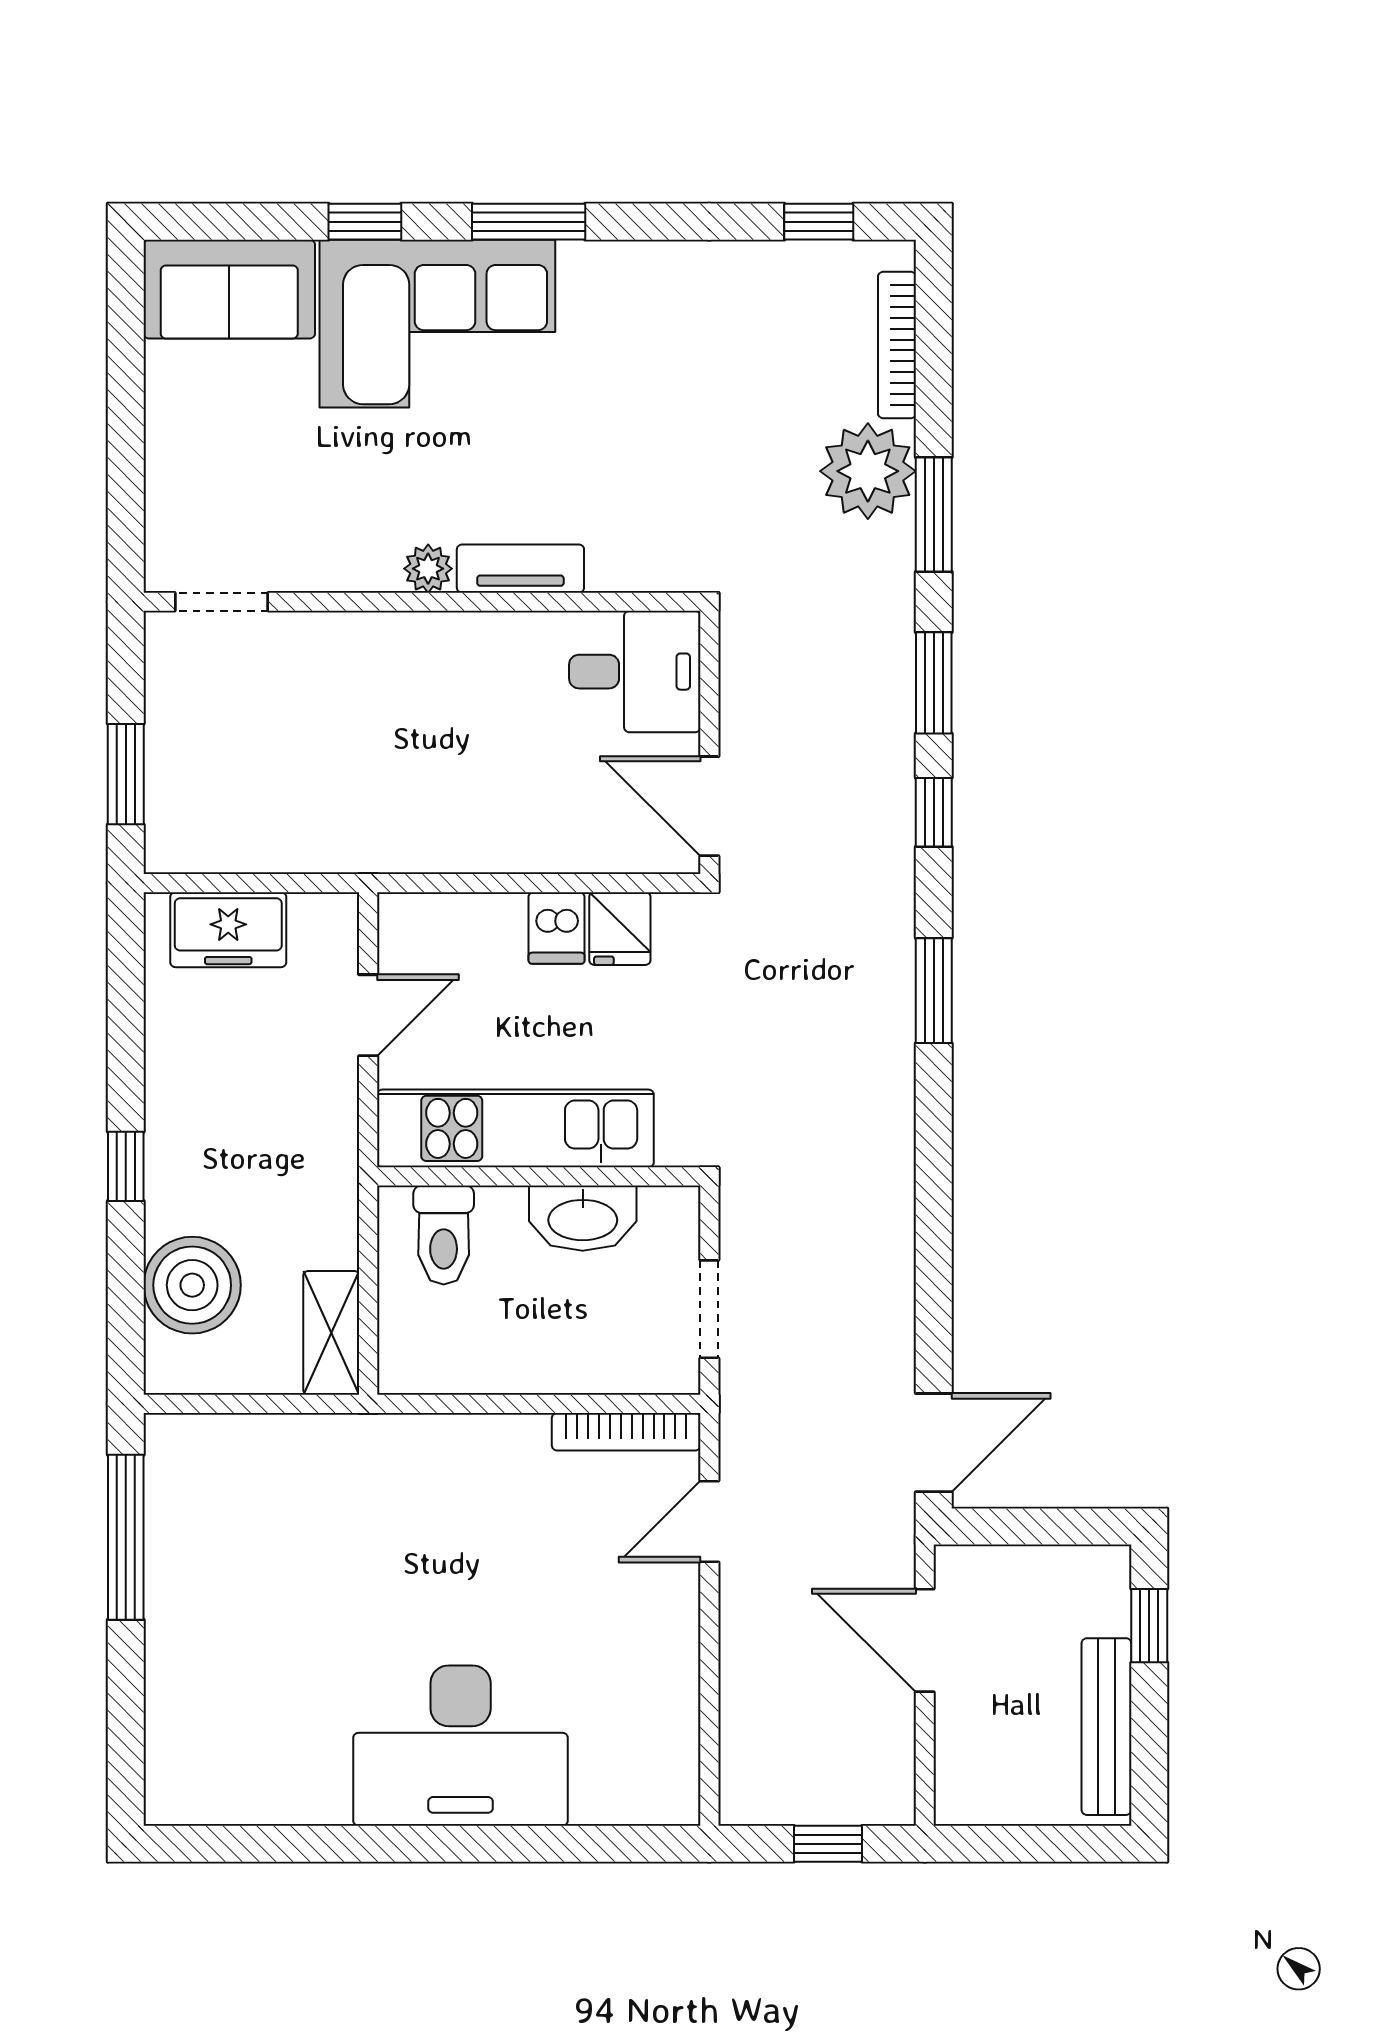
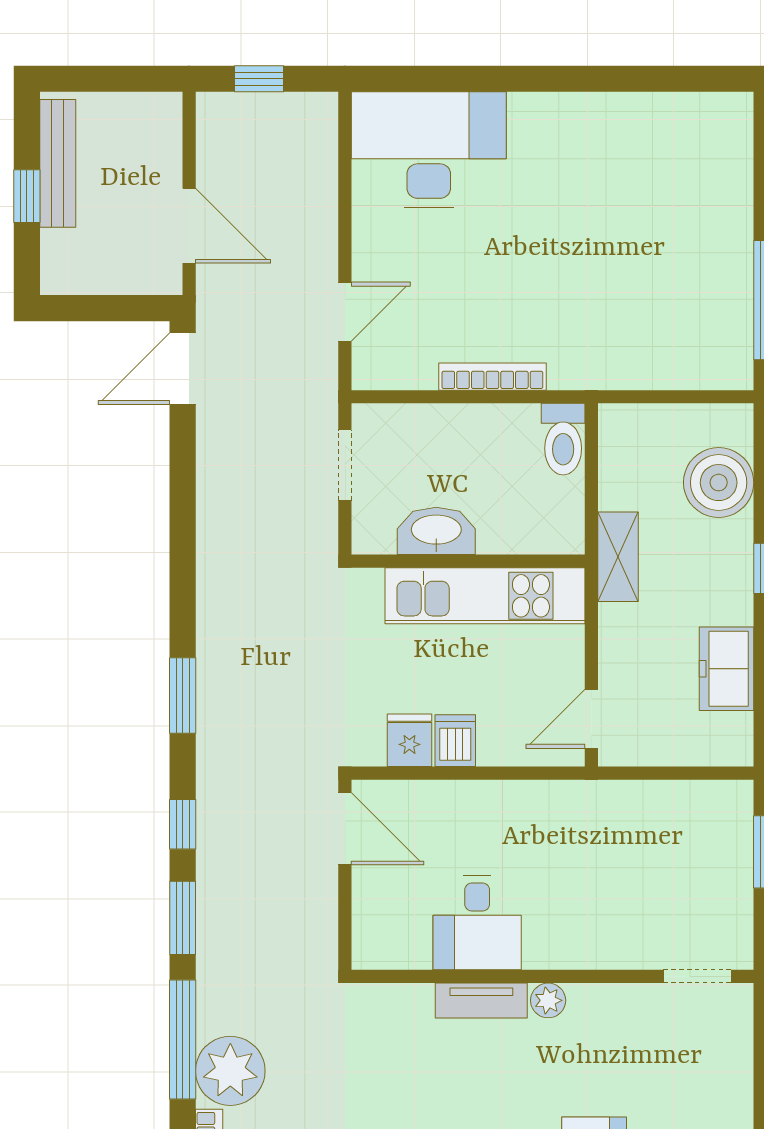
window: (934, 514) -> (183, 1040), width x1.44
desk: (635, 672) -> (477, 923), moved, turned -90
freezer: (228, 930) -> (726, 669), moved, turned -90
door: (368, 1015) -> (591, 719), moved
toilet: (444, 1235) -> (563, 439), moved, turned 180
shelving: (331, 1333) -> (618, 557), moved
bookcase: (626, 1432) -> (492, 377), moved
window: (1149, 1626) -> (27, 196), moved
desk: (461, 1746) -> (429, 150), moved

